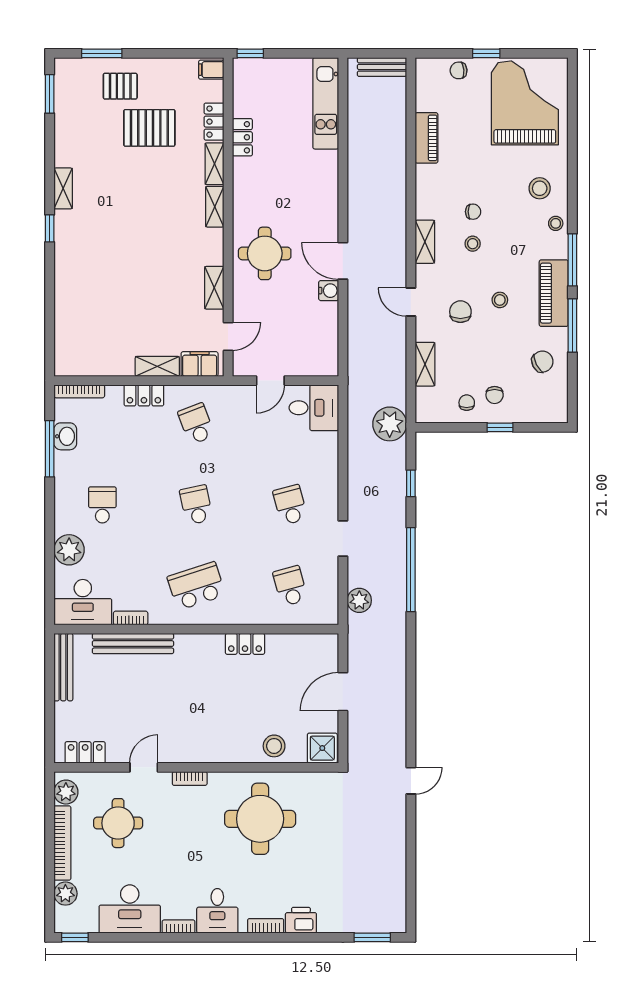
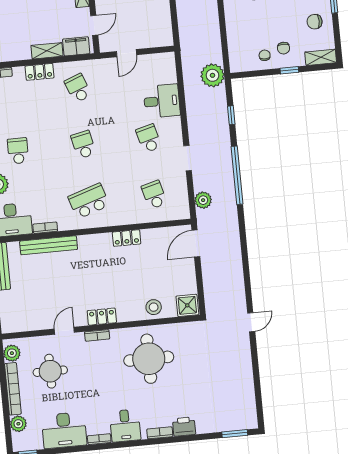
chair: (542, 362) -> (315, 22), turned -153
shelving: (425, 364) -> (321, 57), moved, turned 90
desk: (314, 408) -> (162, 101), moved
door: (343, 692) -> (196, 244), moved
locker: (85, 752) -> (102, 317), moved

